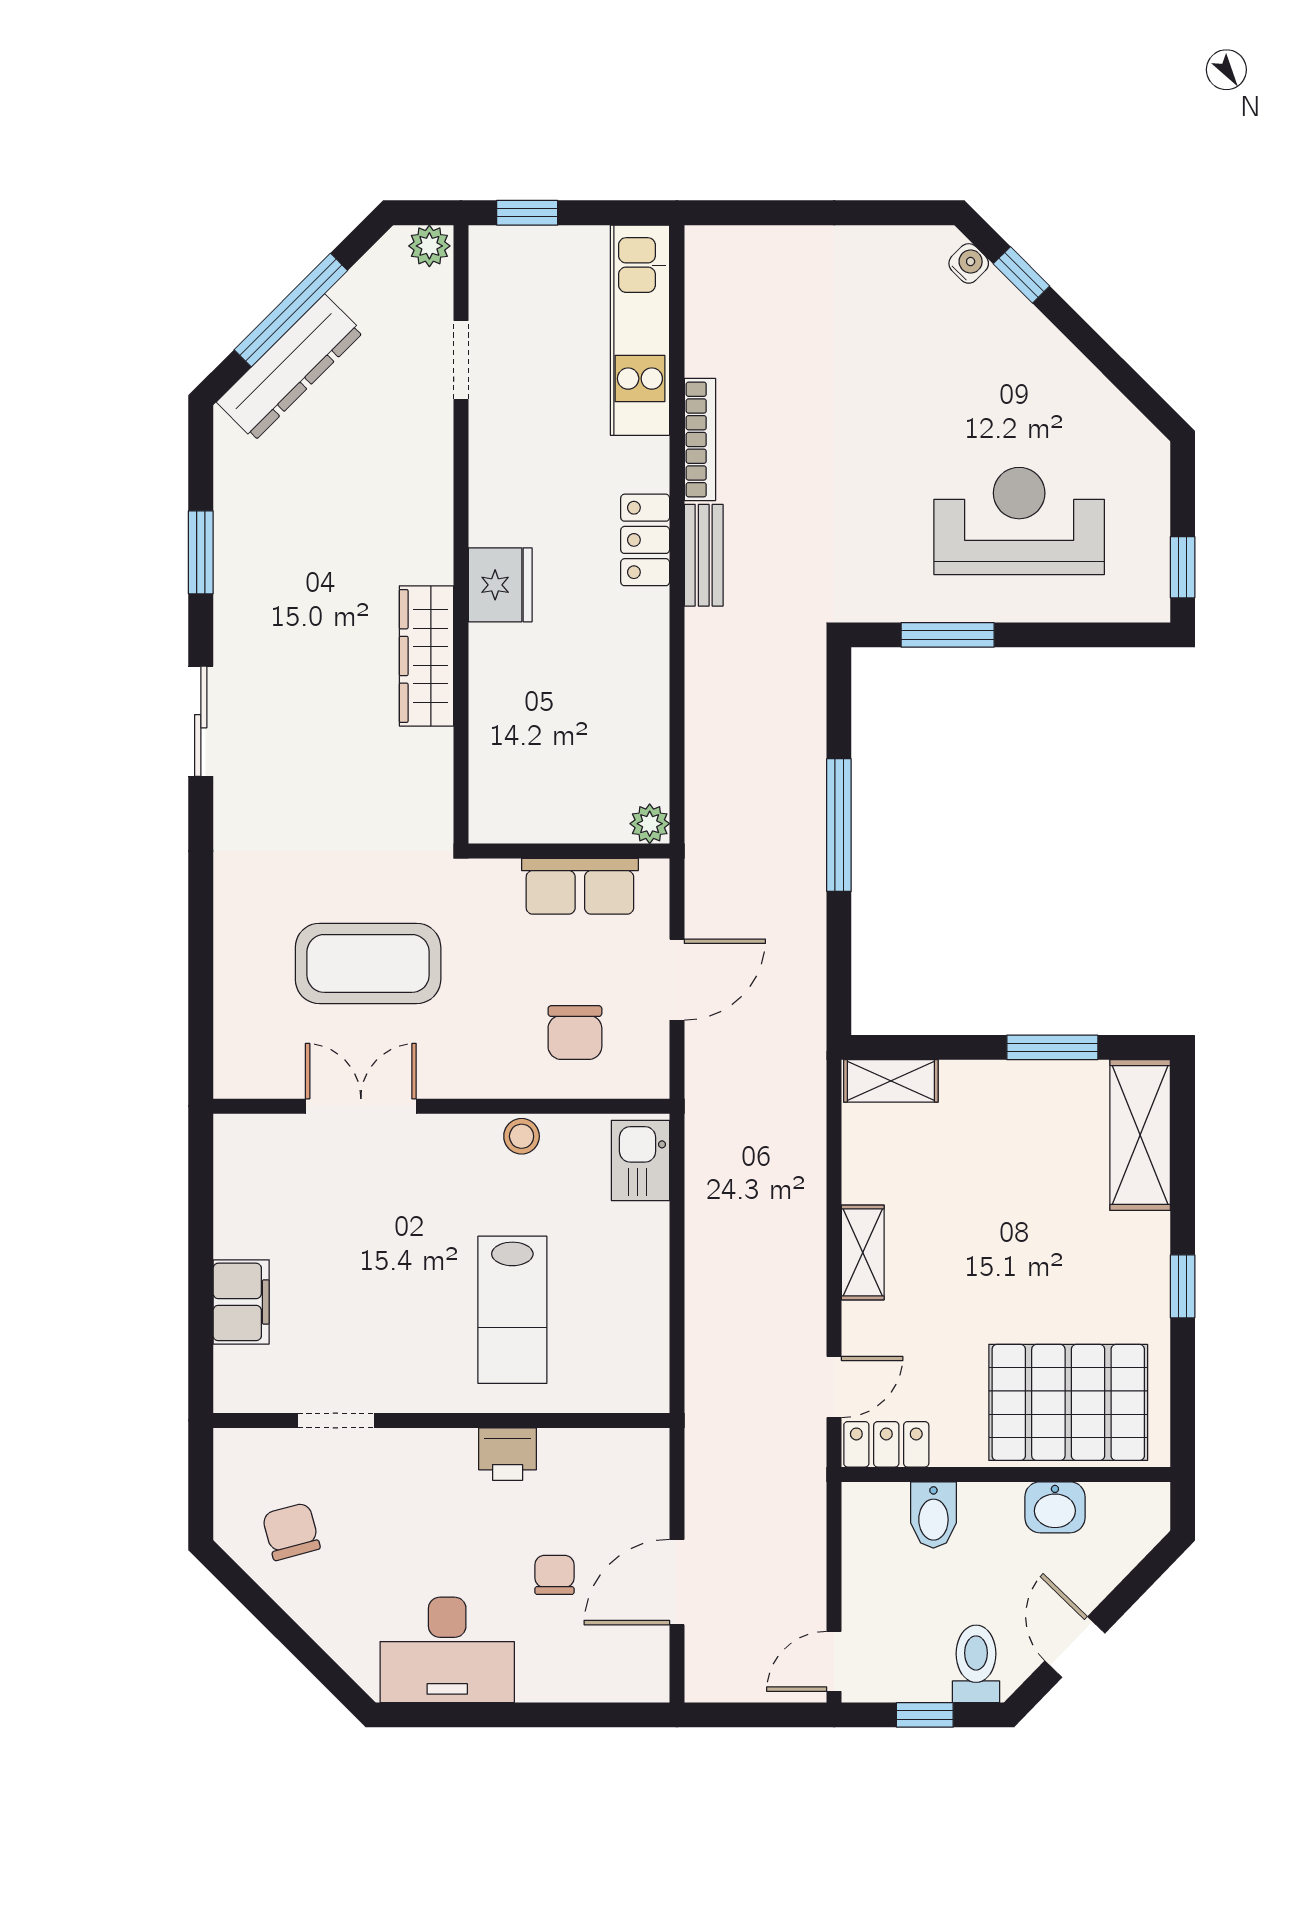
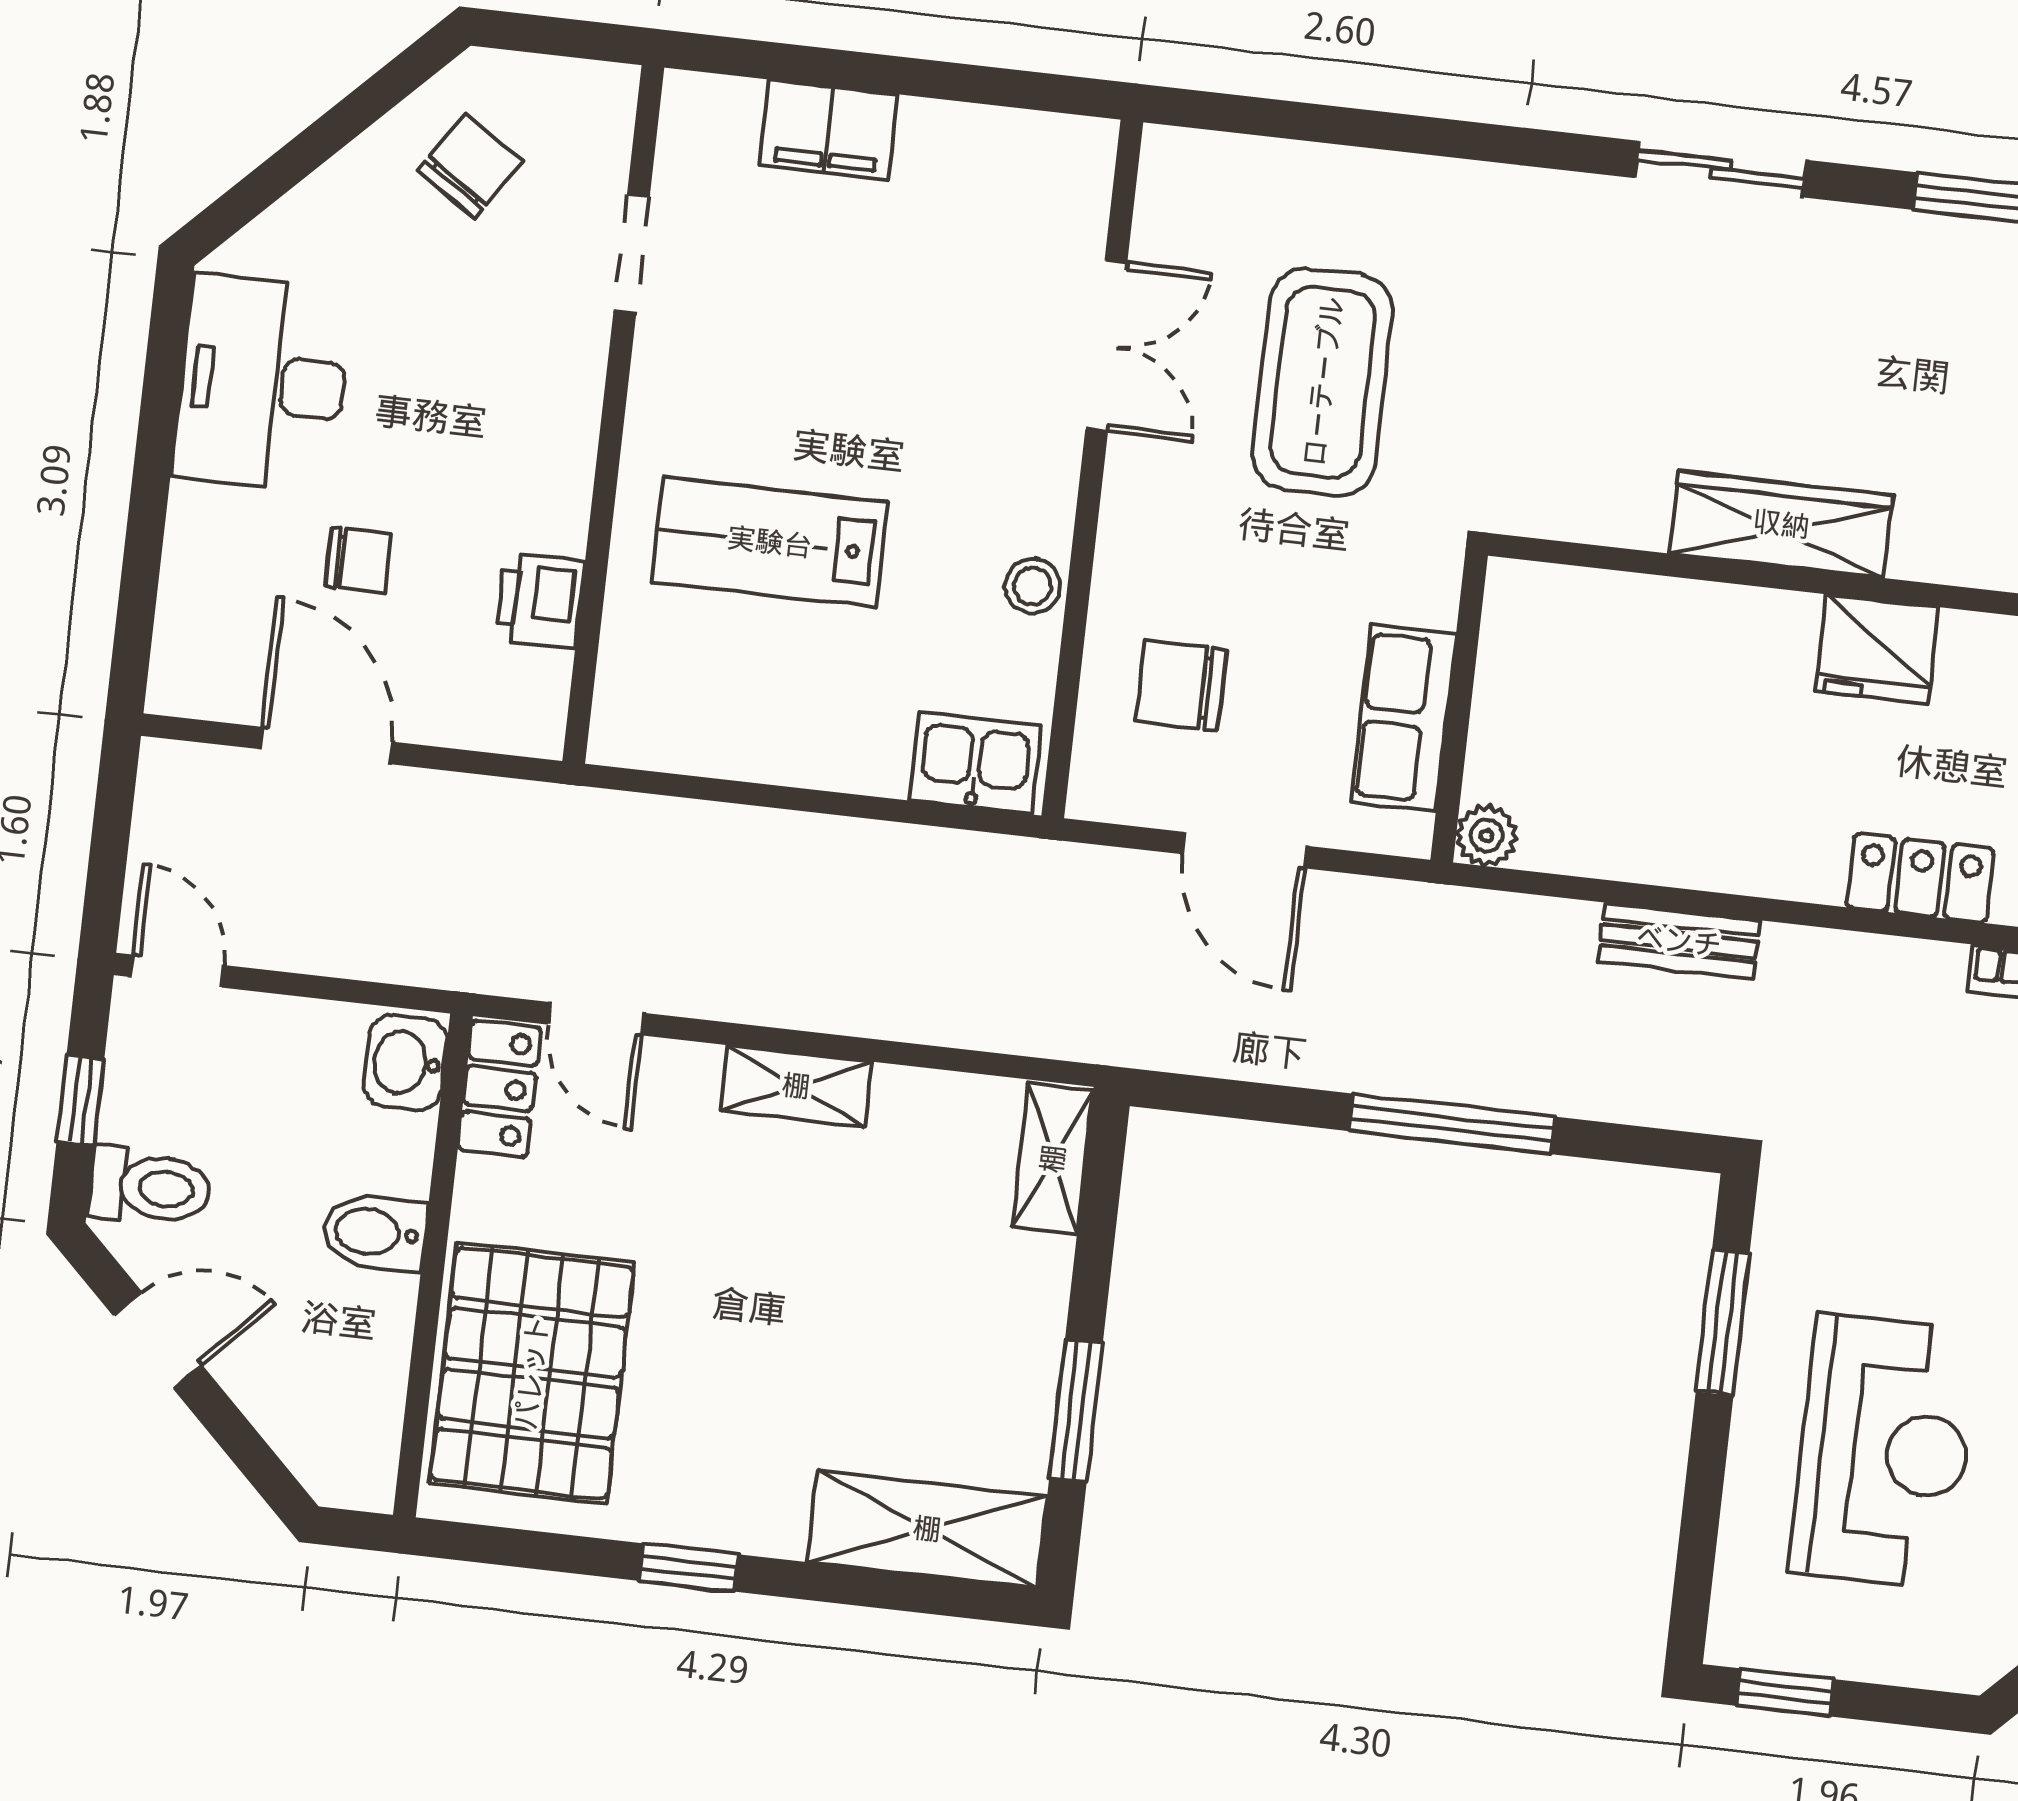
bench: (704, 555) -> (1679, 941), moved
printer: (508, 1454) -> (540, 601), moved
washbasin: (1055, 1507) -> (405, 1063), moved
bidet: (933, 1515) -> (374, 1232), moved
chair: (291, 1531) -> (470, 166), turned -41

